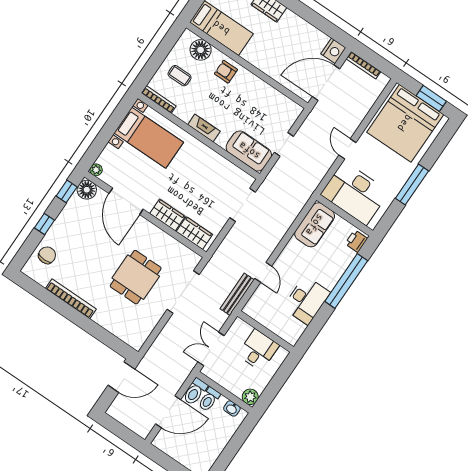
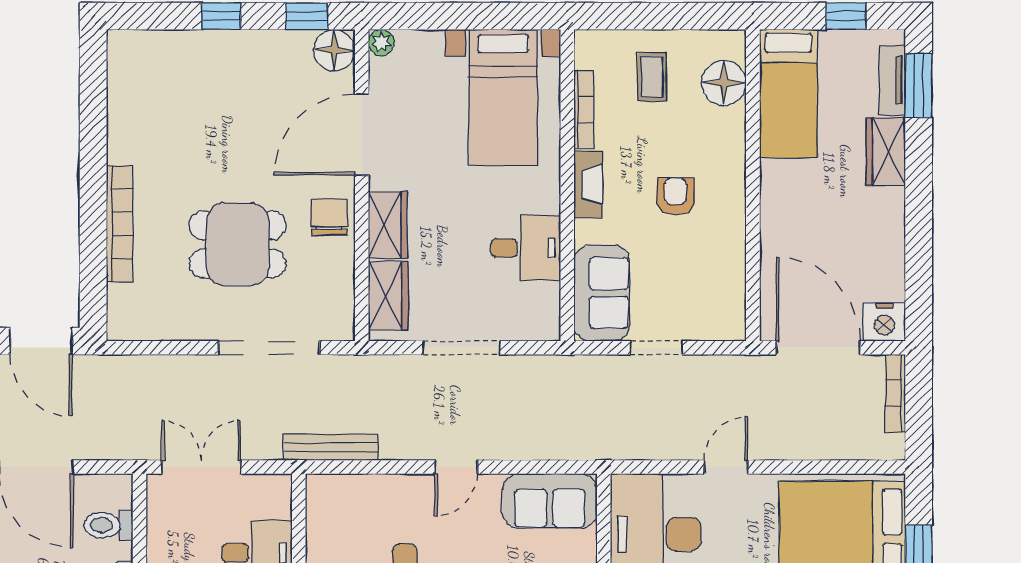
armchair: (226, 72) -> (675, 196), moved
bookcase: (159, 99) -> (584, 109), moved
desk: (212, 168) -> (526, 248), added
doorway: (243, 205) -> (461, 348), moved
chair: (47, 255) -> (329, 217), moved, turned -90
door: (263, 272) -> (456, 467), moved
bookcase: (71, 299) -> (120, 224), moved
toilet: (195, 392) -> (105, 491), removed

